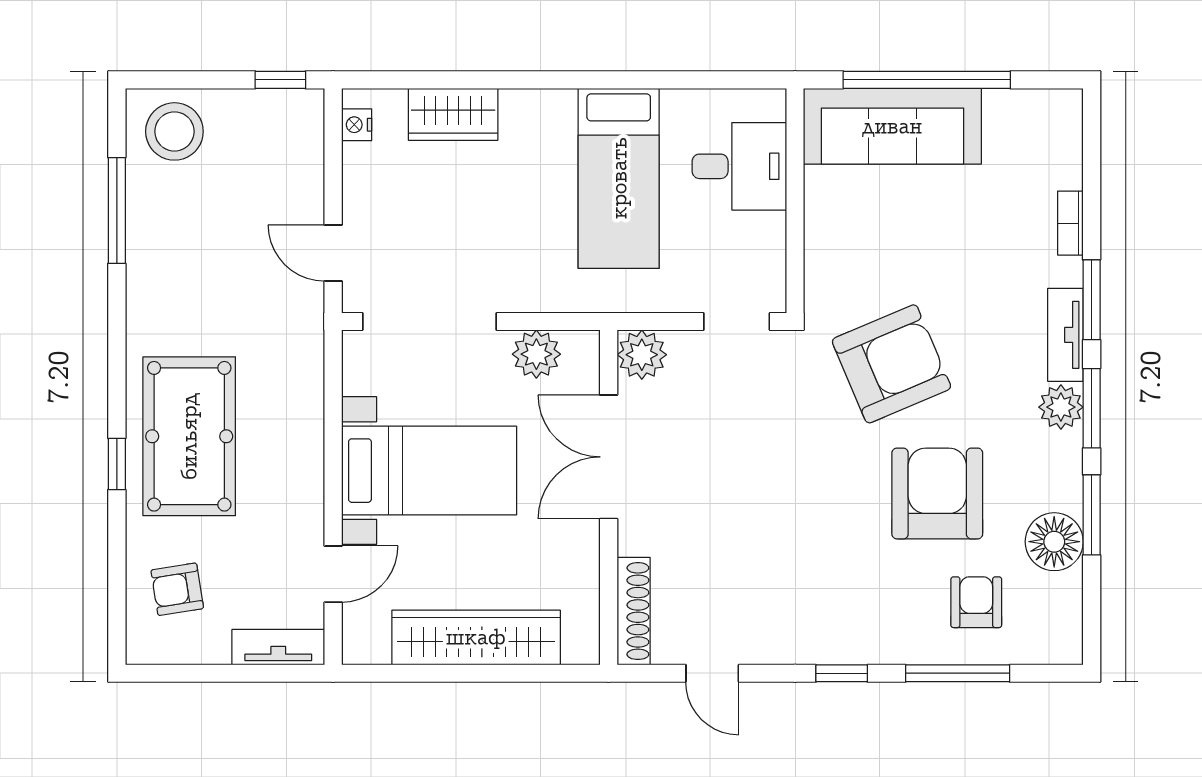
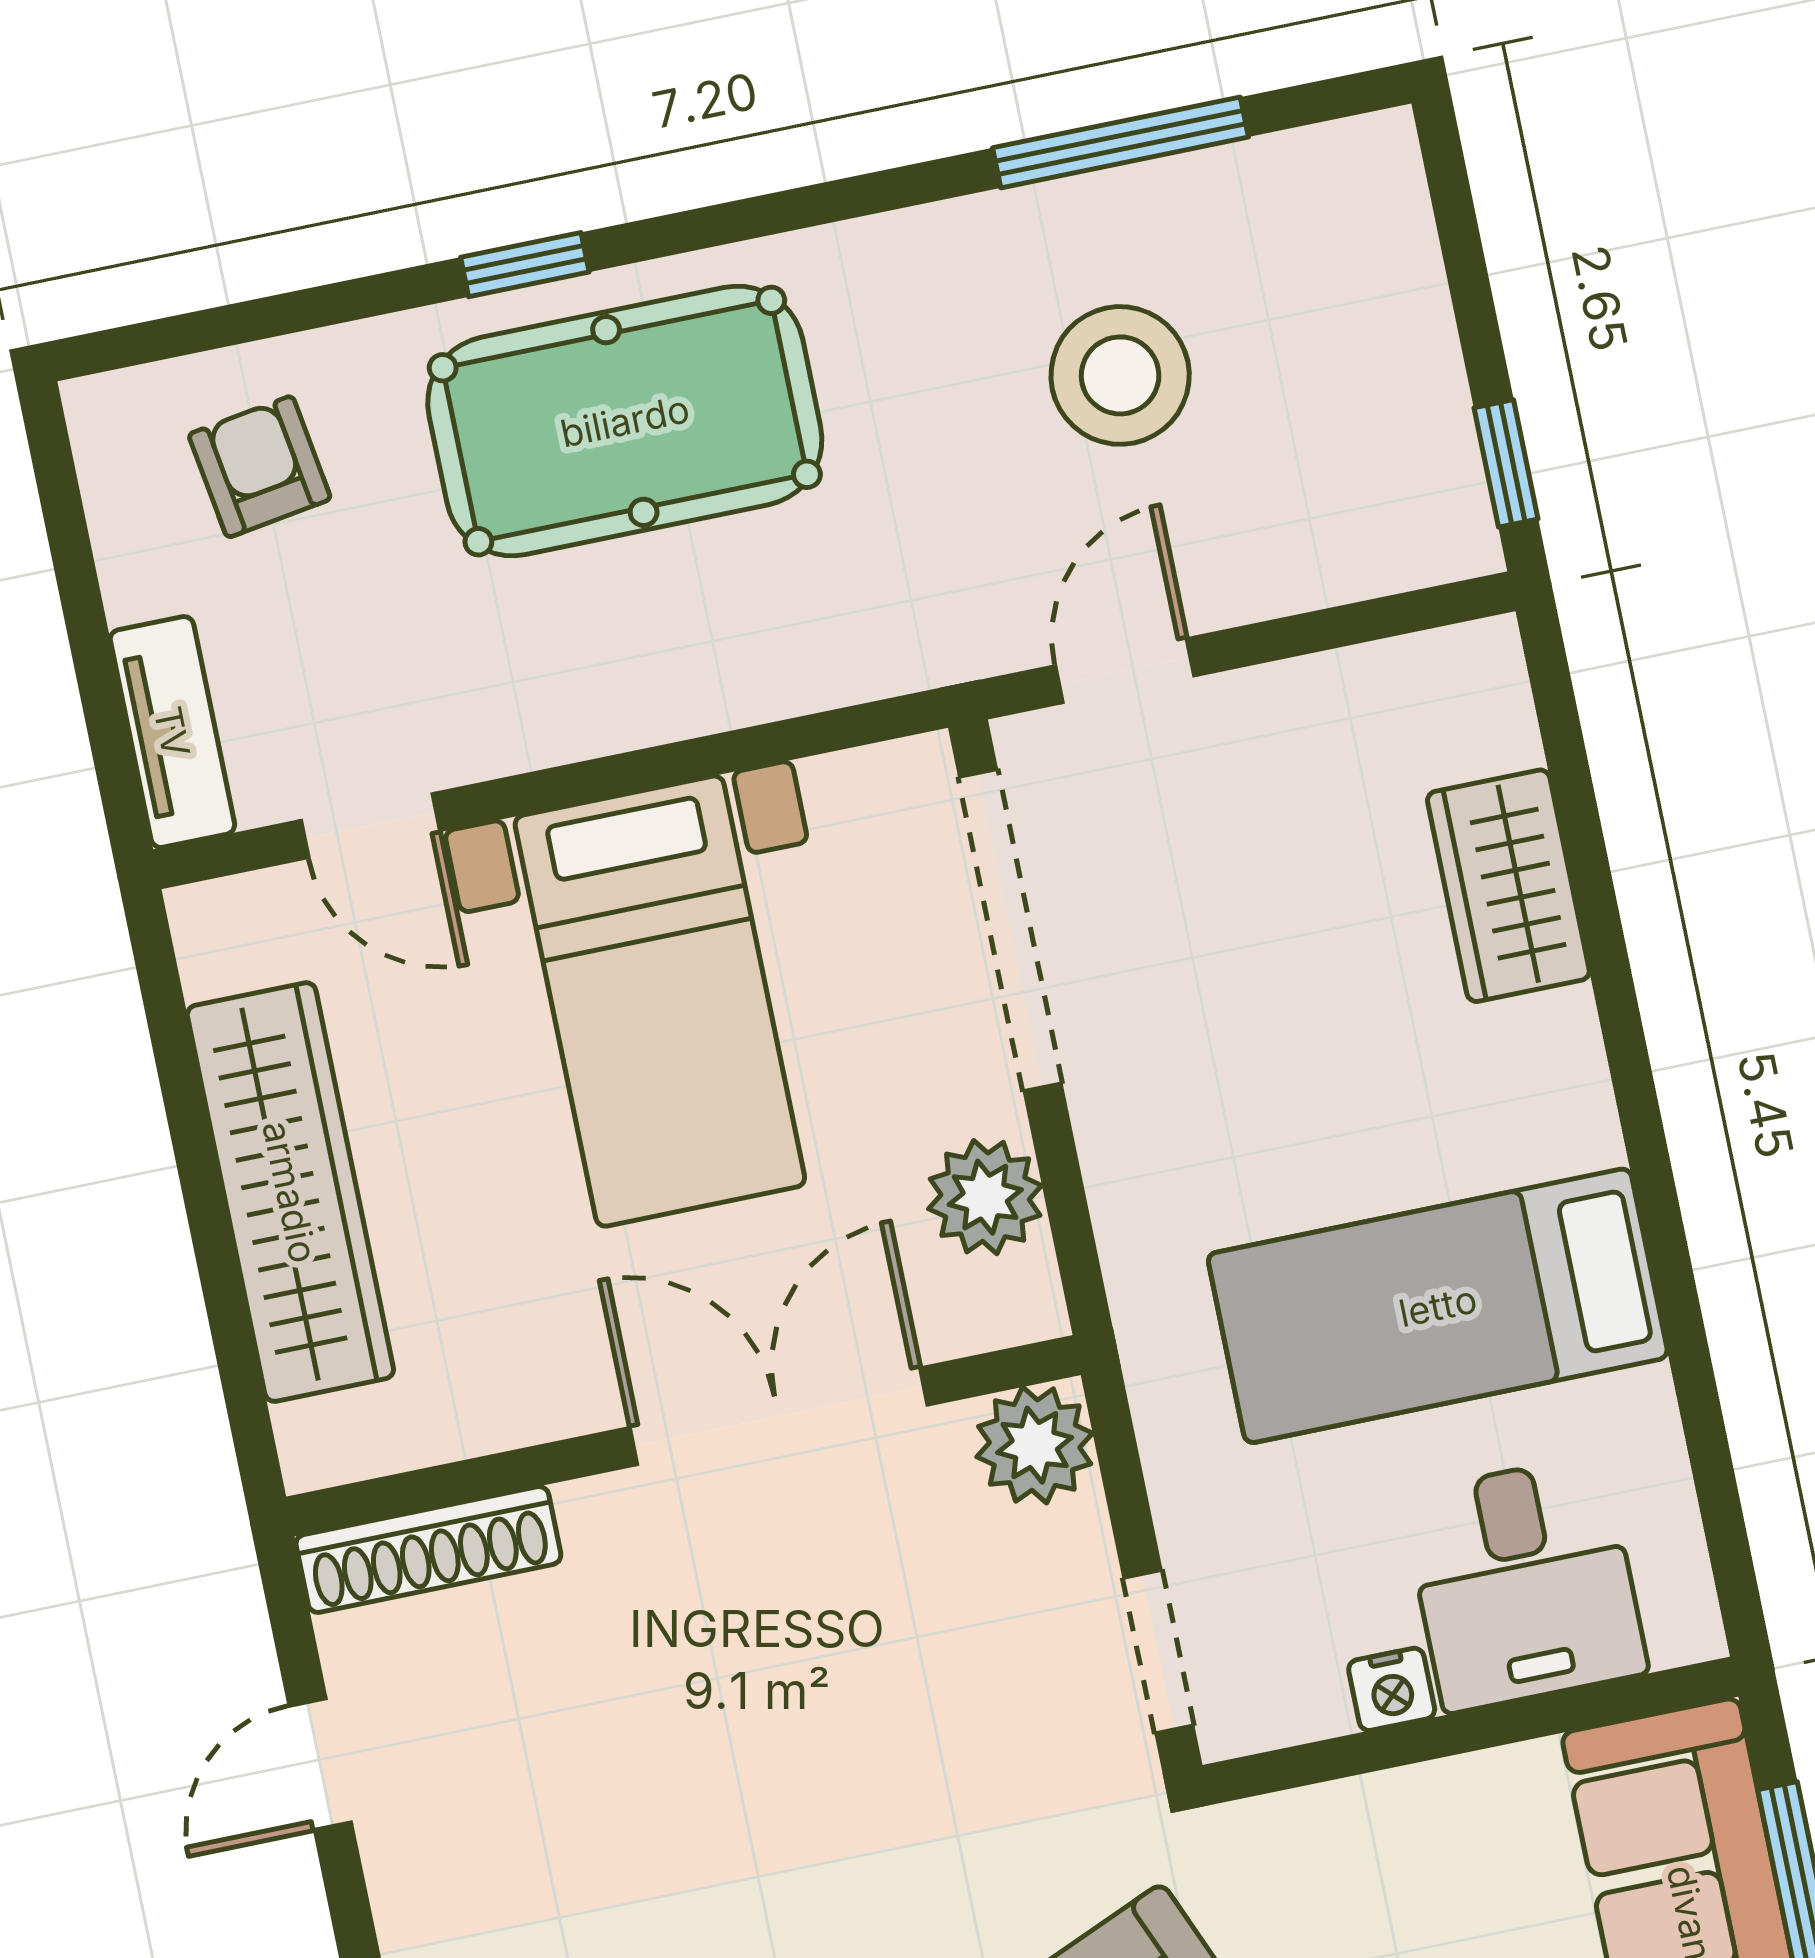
nightstand: (357, 125) -> (1392, 1689), moved, turned 180
stool: (174, 131) -> (1120, 375), moved

